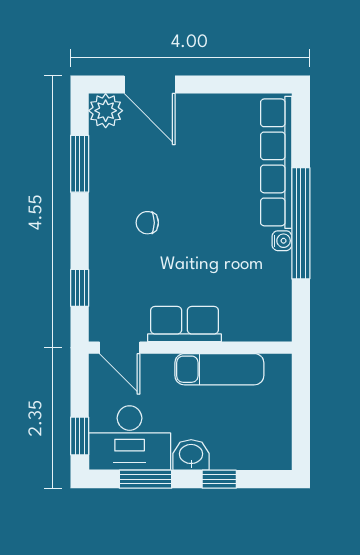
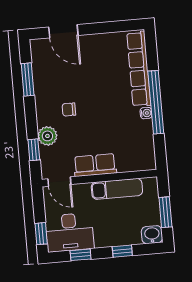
plant: (106, 111) -> (47, 136), moved
window: (301, 417) -> (165, 212), added
washbasin: (191, 455) -> (152, 235), moved
window: (145, 479) -> (81, 255), width x0.67

